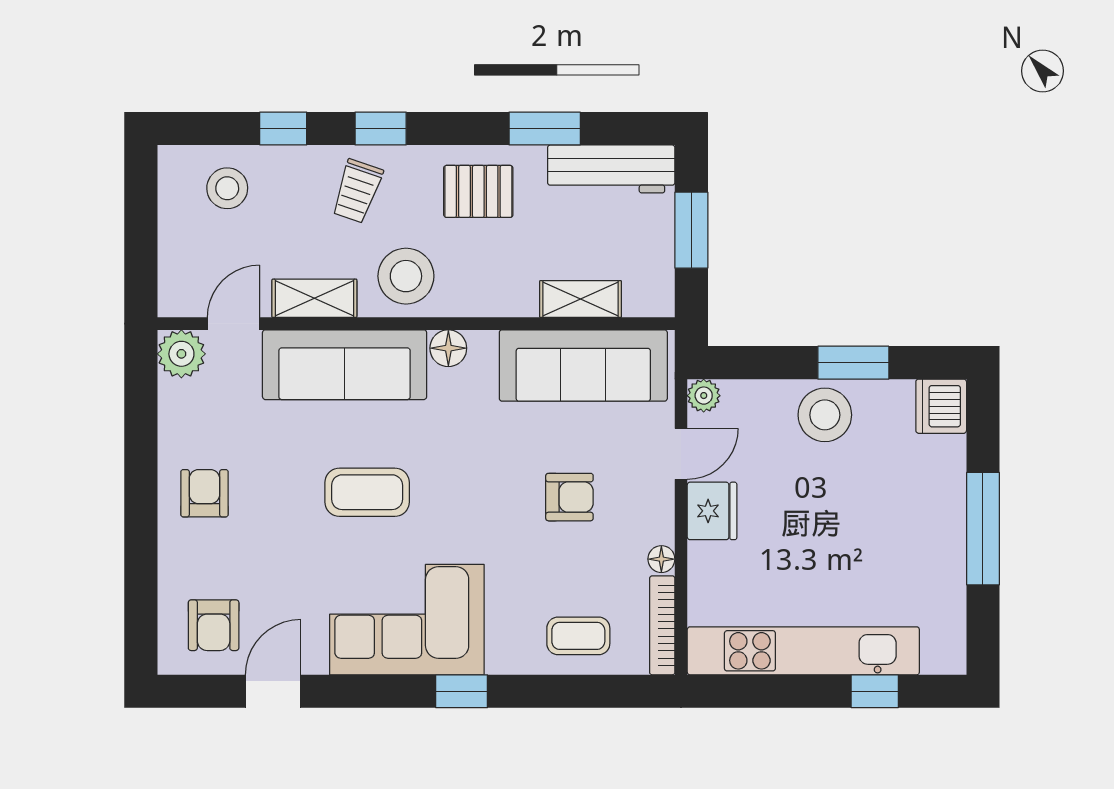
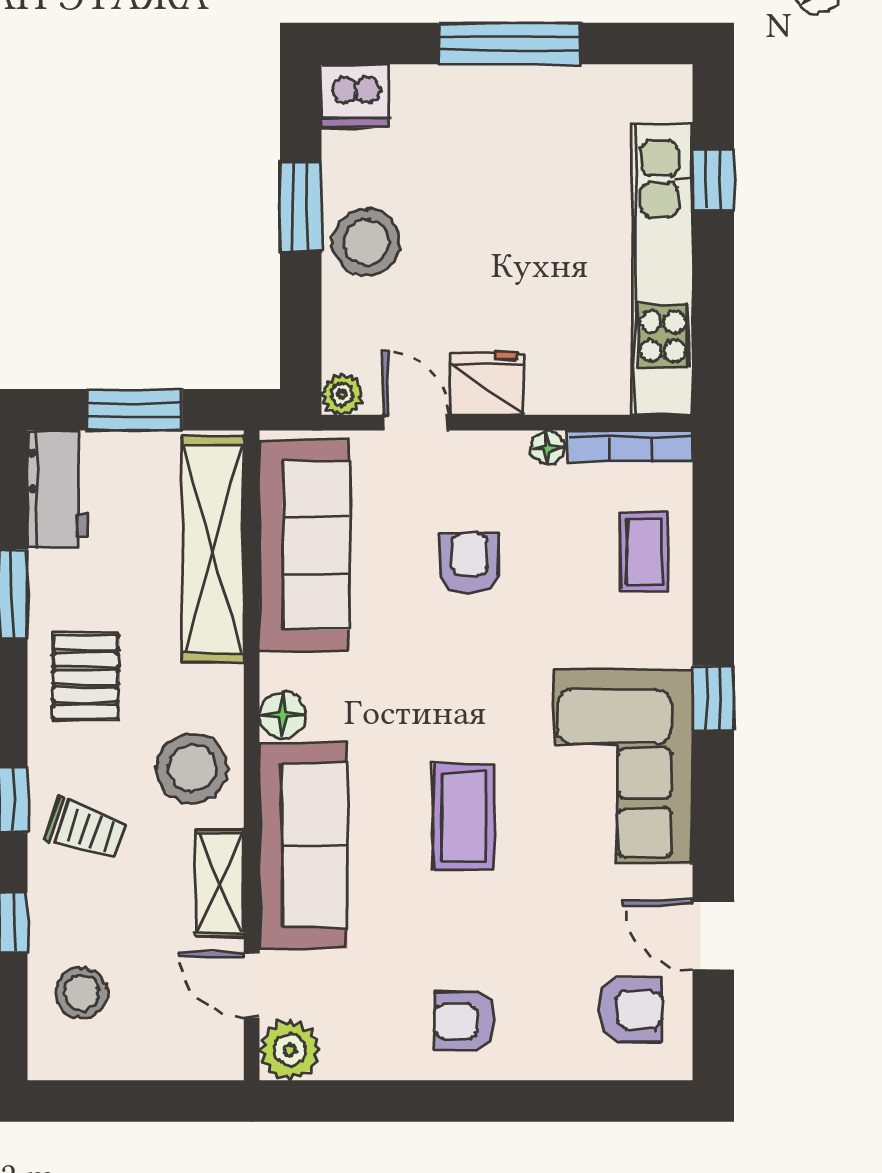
workbench: (611, 169) -> (57, 489), width x0.73
shelving: (581, 299) -> (213, 549), width x2.20, depth x1.33

